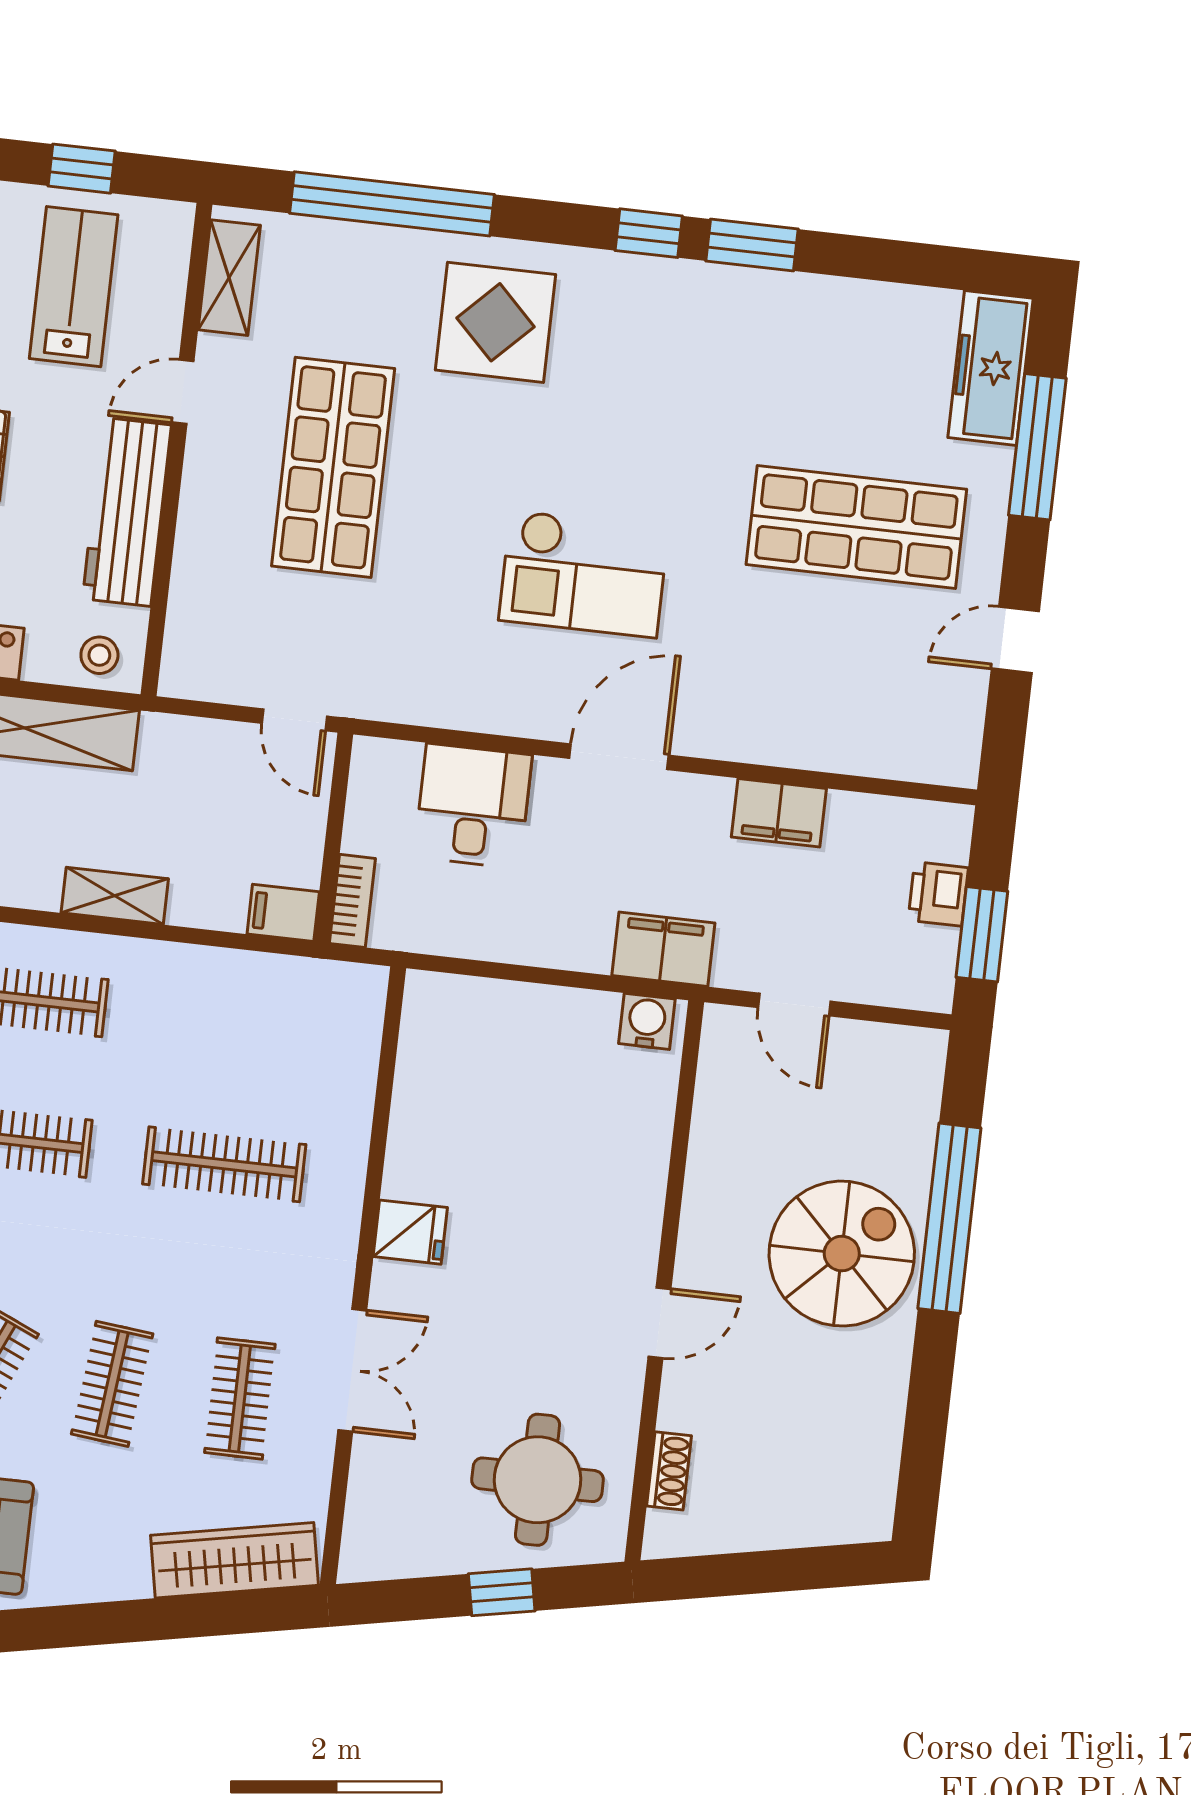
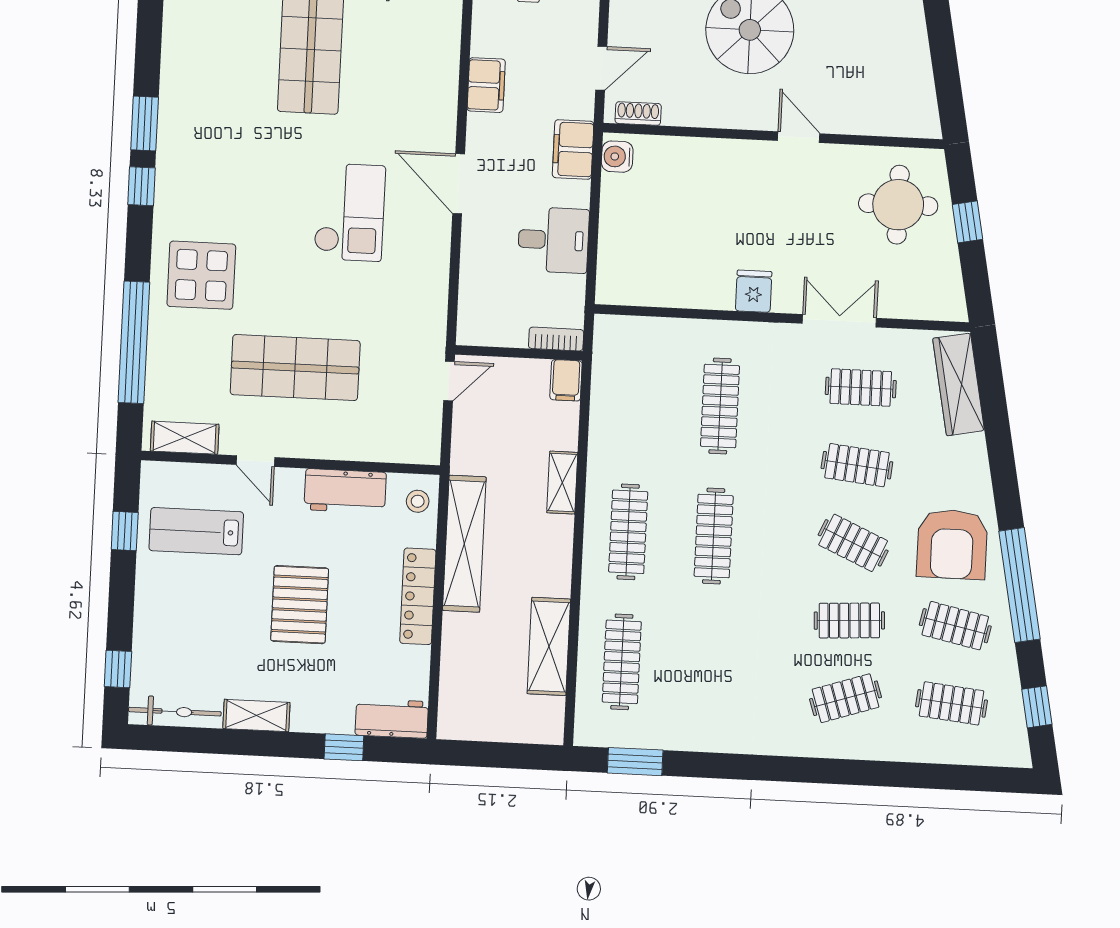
workbench: (127, 512) -> (345, 491), width x0.73
desk: (473, 806) -> (553, 240), moved, turned 180
shoe rack: (669, 1471) -> (638, 113), moved

